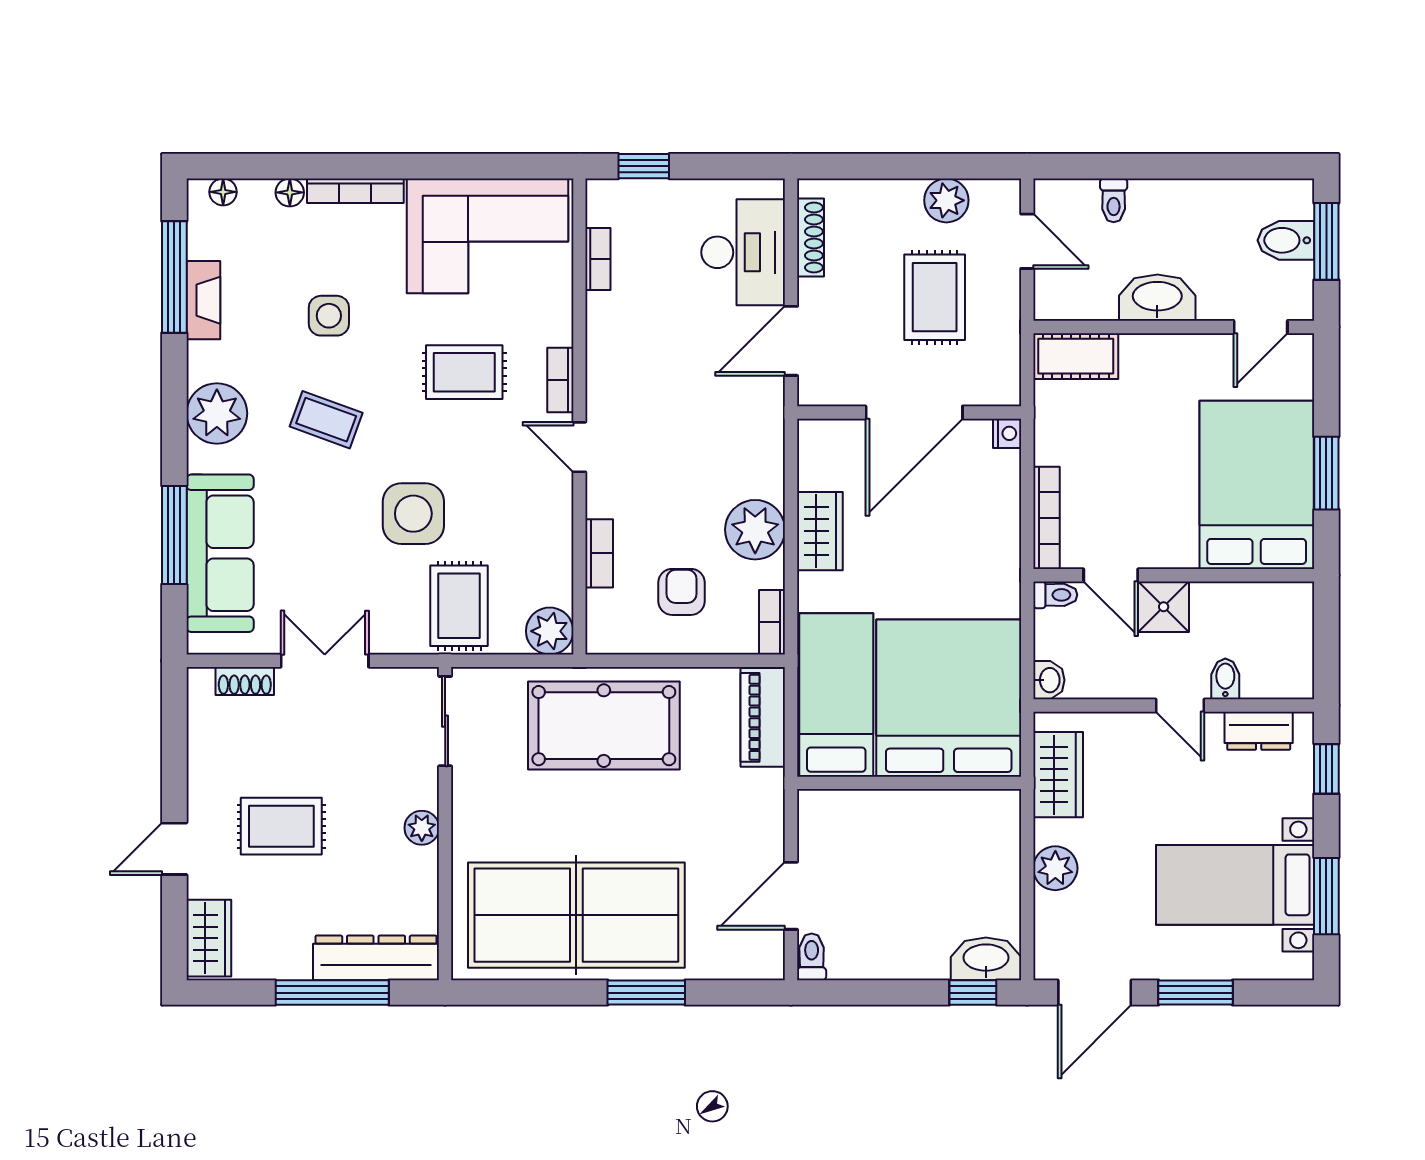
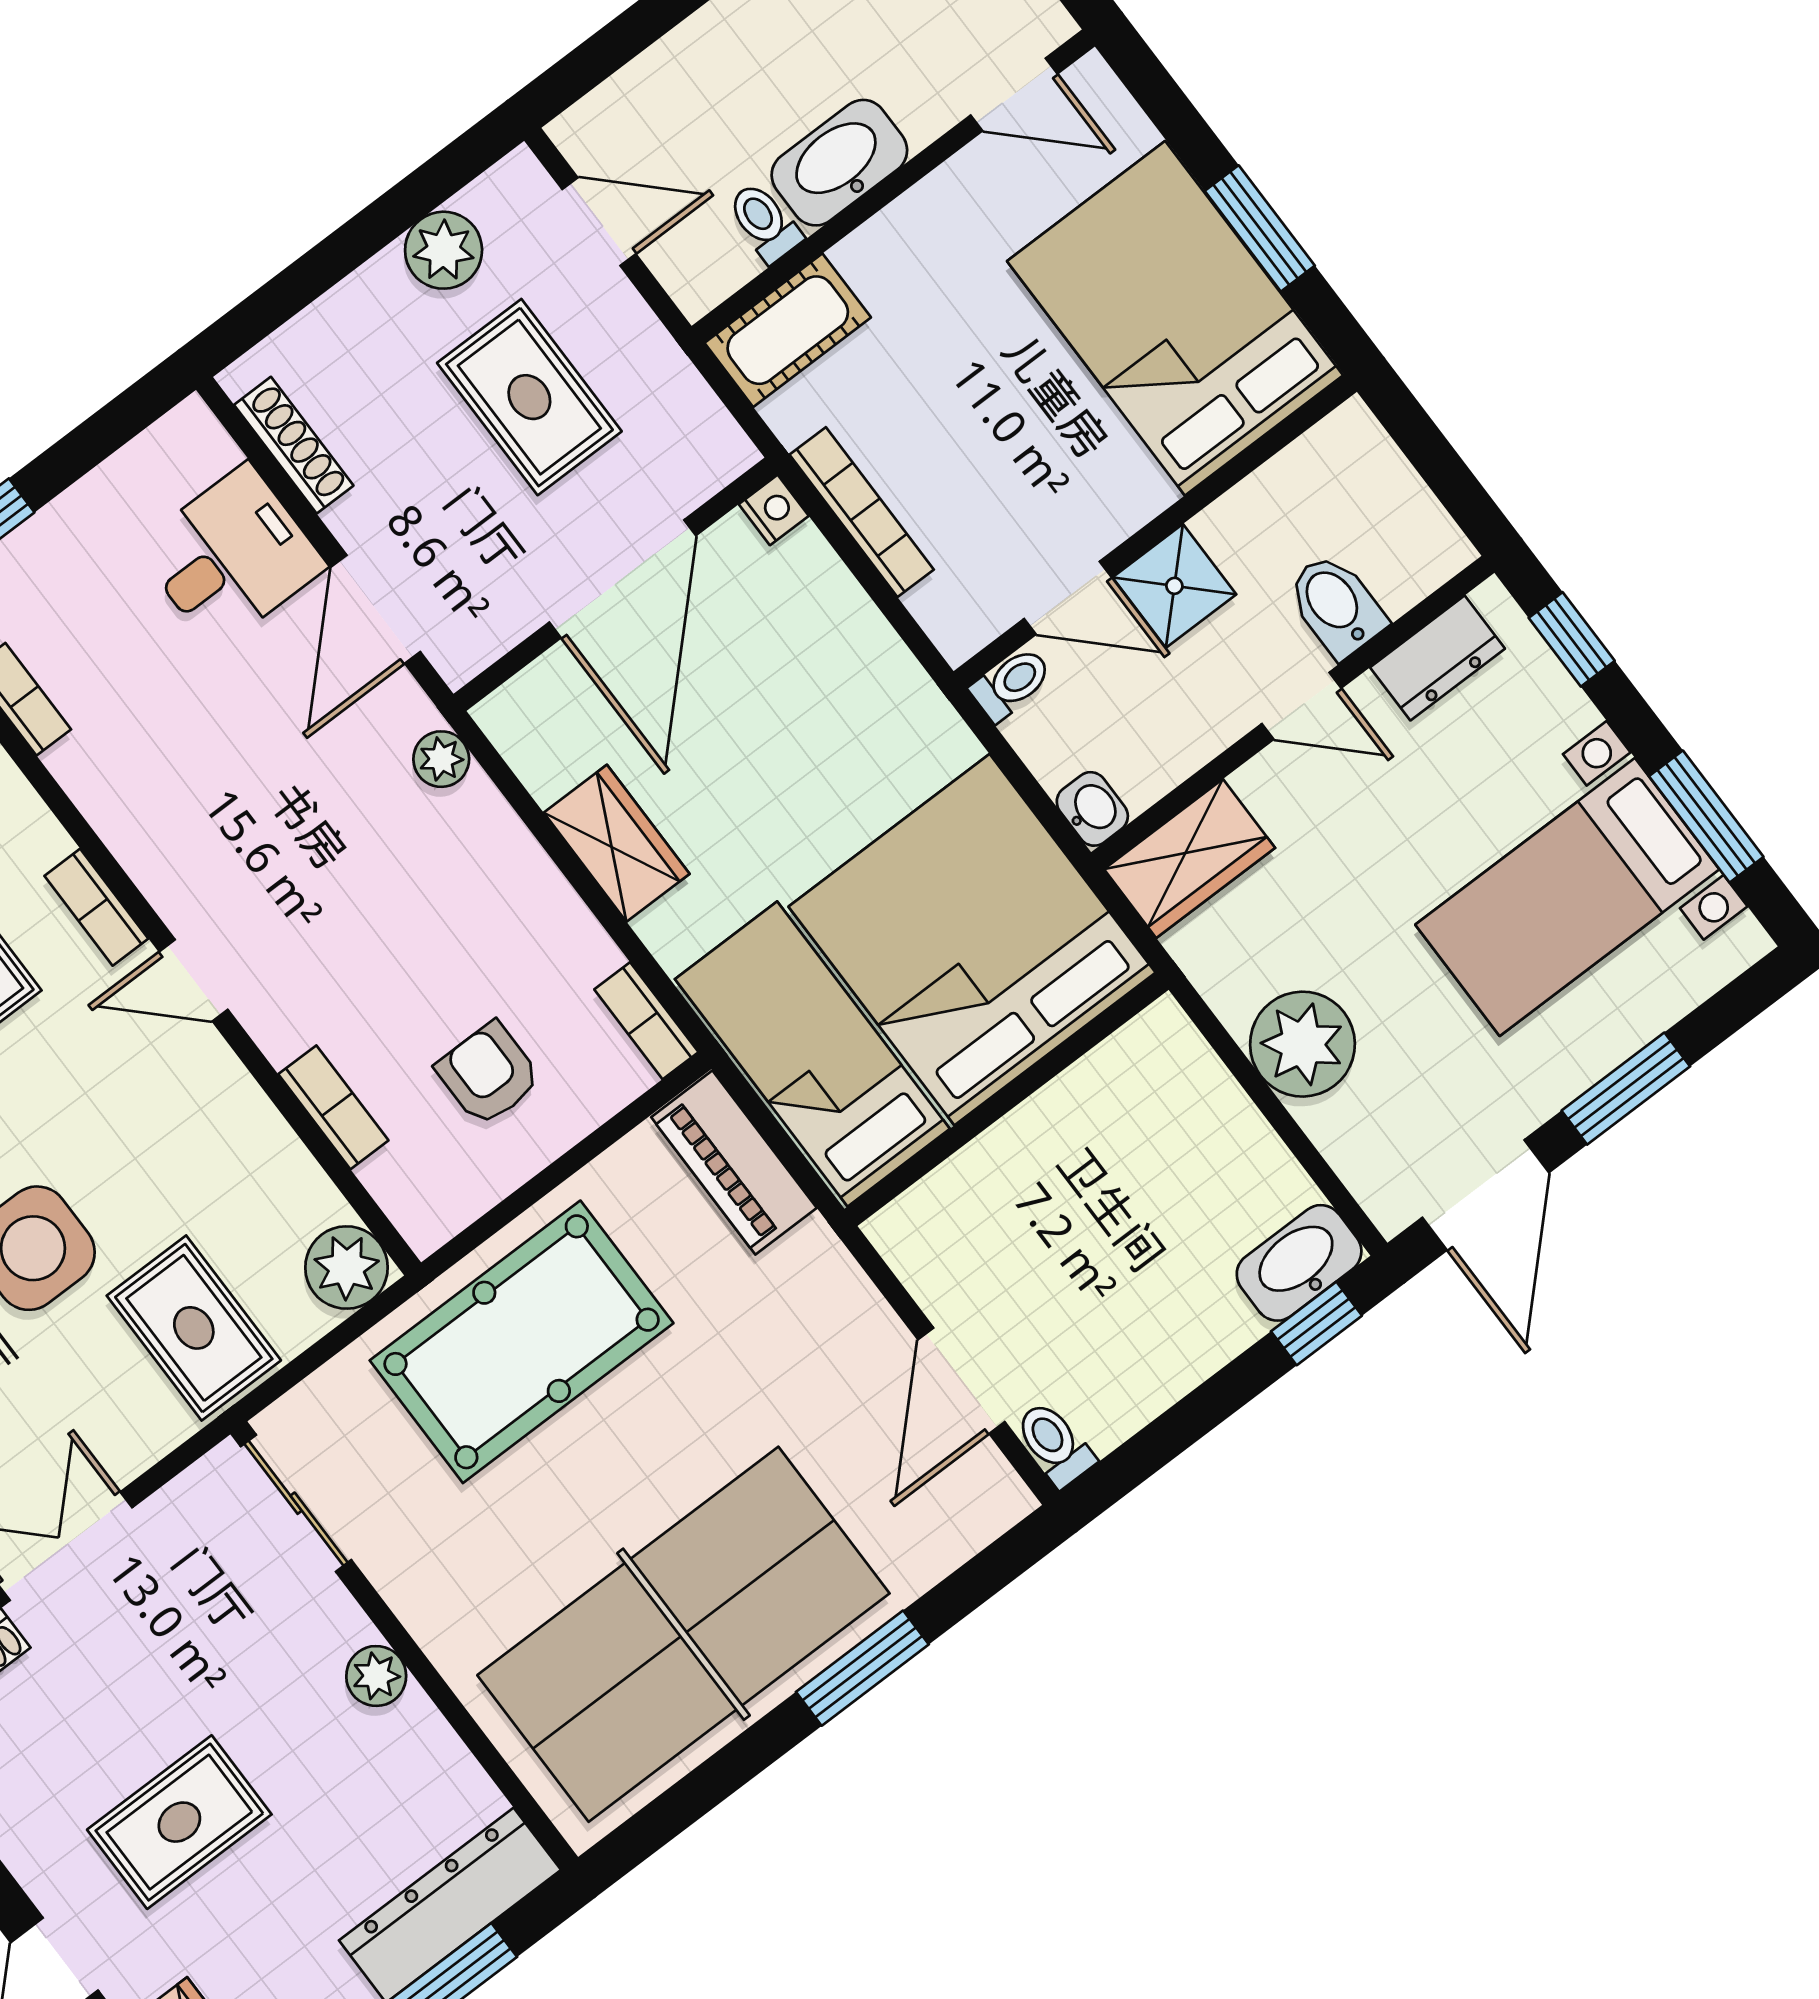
toilet: (1114, 200) -> (764, 222), moved, turned 180
desk: (743, 252) -> (231, 557), width x0.73
door: (1261, 327) -> (1014, 94), hinge flipped
bookcase: (1046, 518) -> (862, 512), moved
plant: (755, 530) -> (441, 759), moved, width x0.53, depth x0.53
bidet: (1225, 679) -> (1336, 605), width x1.38, depth x1.36
wardrobe: (1058, 775) -> (1190, 859), moved, turned 90
plant: (1055, 868) -> (1302, 1044), width x1.36, depth x1.36

